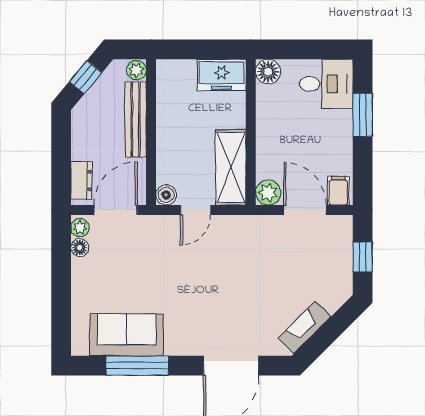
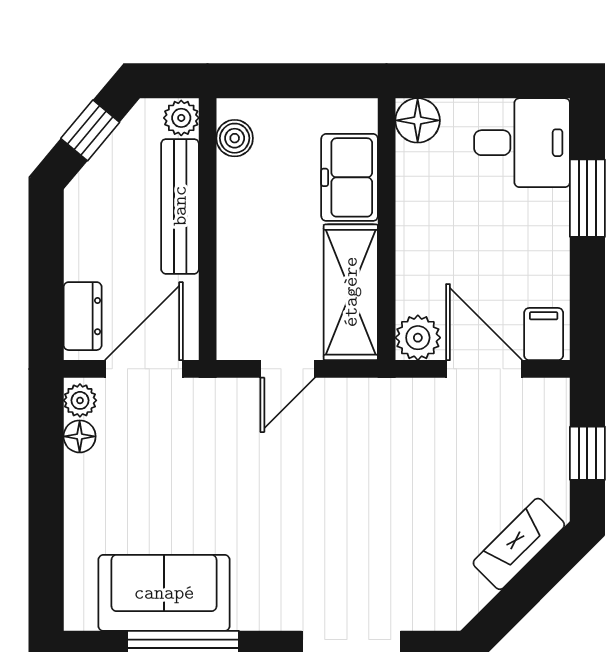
freezer: (222, 75) -> (350, 177), moved, turned 90
boiler: (166, 195) -> (235, 138), moved
fireplace: (304, 327) -> (519, 544), moved

